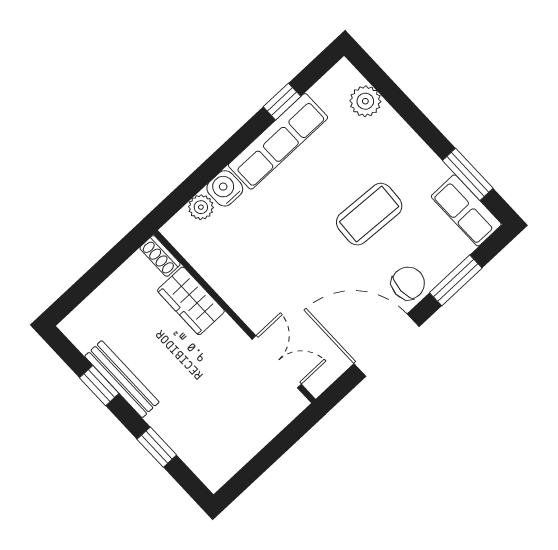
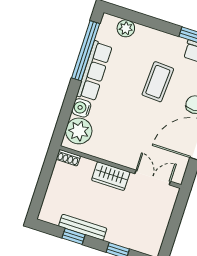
window: (282, 102) -> (86, 51), width x3.17
plant: (201, 207) -> (79, 131), width x1.87, depth x1.87
wardrobe: (191, 301) -> (111, 176), moved

